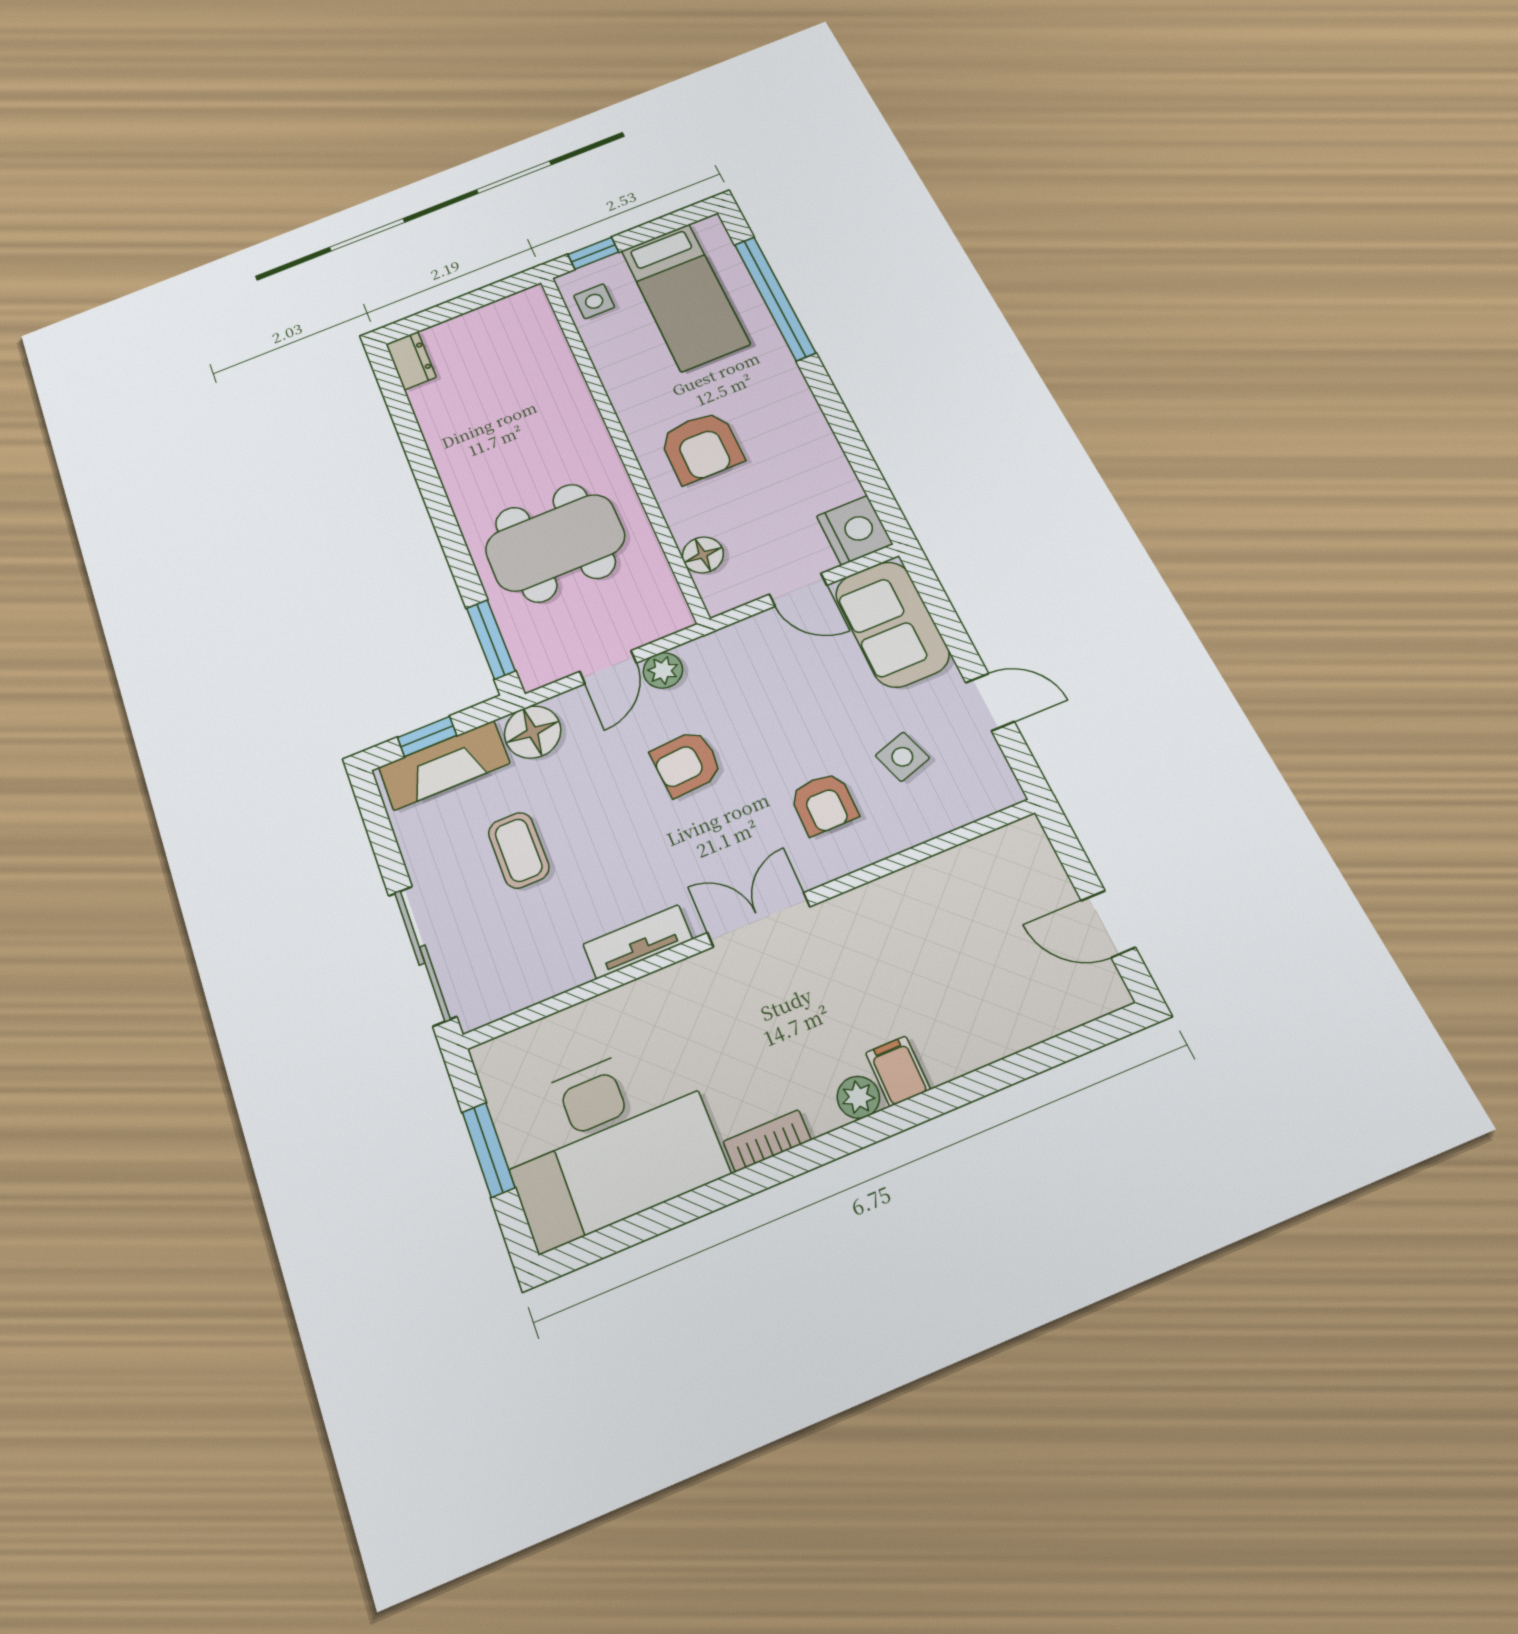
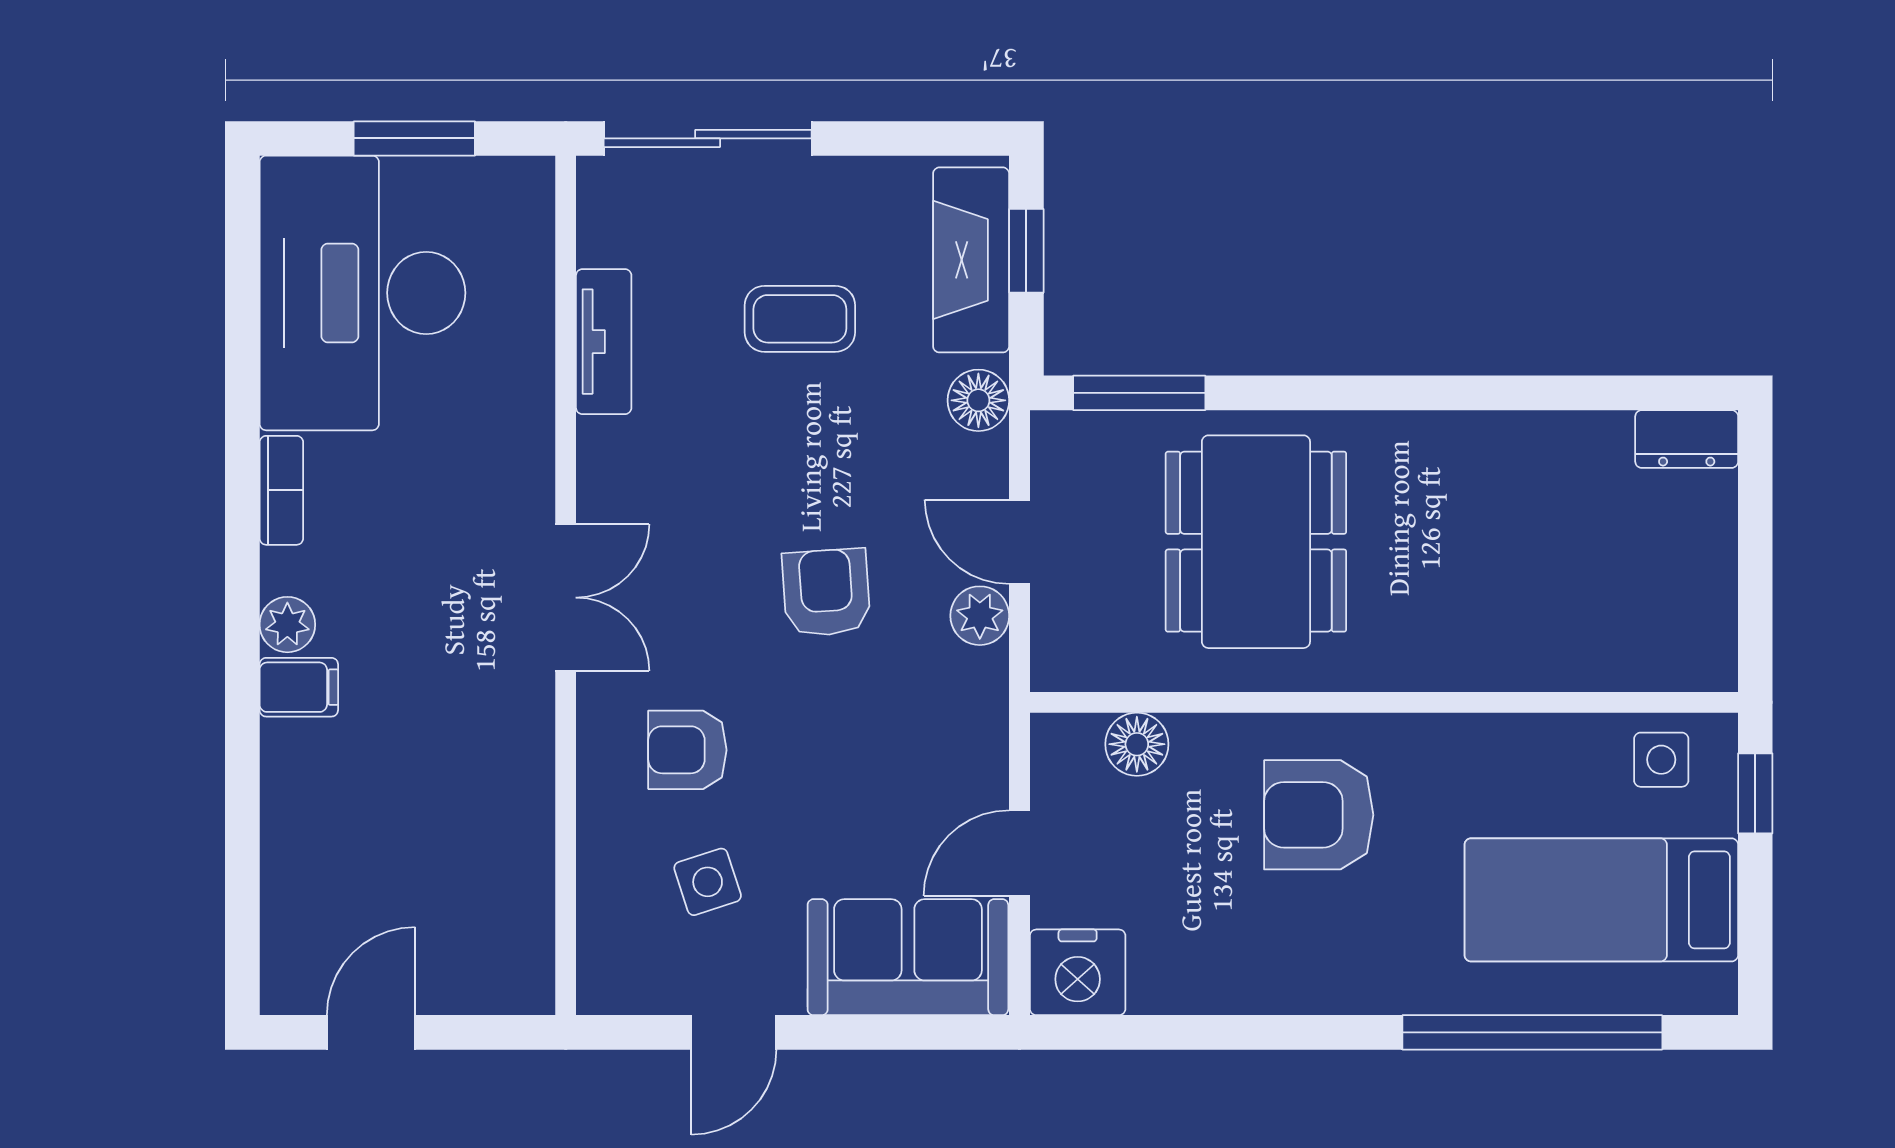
floor lamp: (533, 732) -> (978, 400), width x0.73, depth x0.73
tv unit: (638, 942) -> (604, 342), moved

